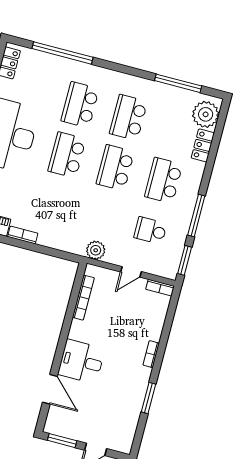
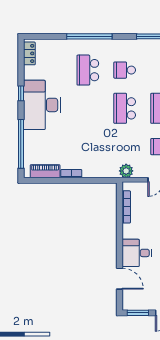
window: (62, 53) -> (89, 36), moved
school desk: (128, 117) -> (125, 70), width x0.54
school desk: (67, 155) -> (88, 108), removed

